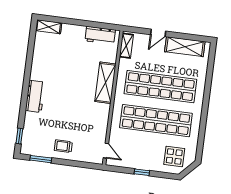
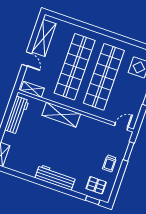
workbench: (100, 35) -> (17, 115), width x1.38
workbench: (35, 96) -> (55, 177), width x1.38
pallet: (36, 137) -> (96, 185), added
window: (41, 159) -> (129, 151), moved

